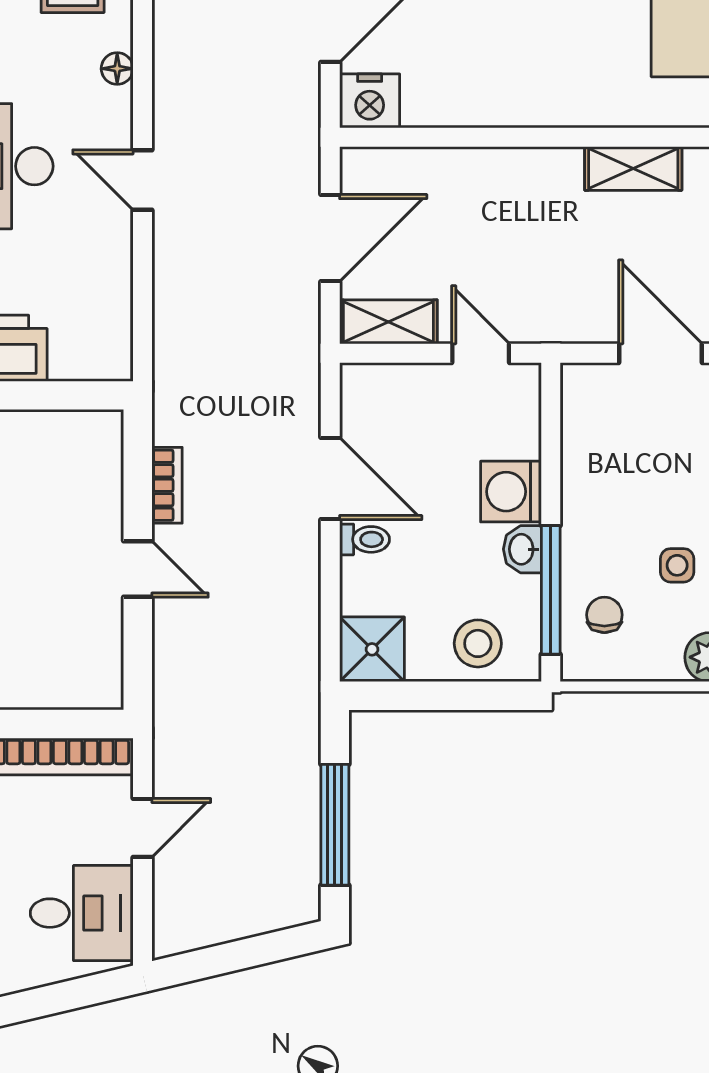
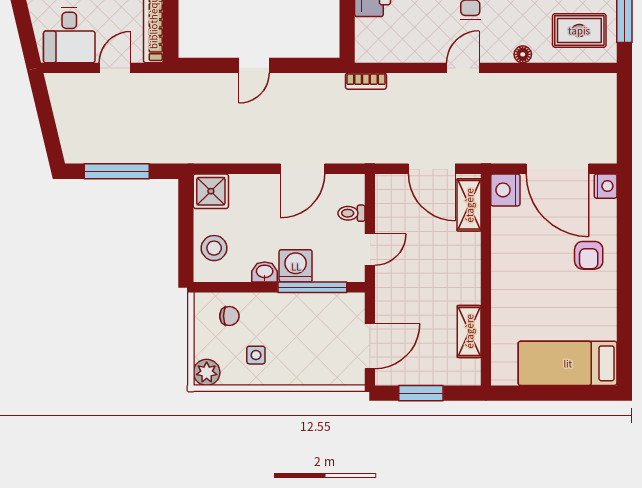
shelving: (388, 322) -> (469, 205), moved
bookcase: (167, 485) -> (366, 81), moved
toilet: (365, 539) -> (351, 213), moved, turned 90
window: (551, 590) -> (312, 287), moved
door: (142, 828) -> (115, 68), swing flipped

